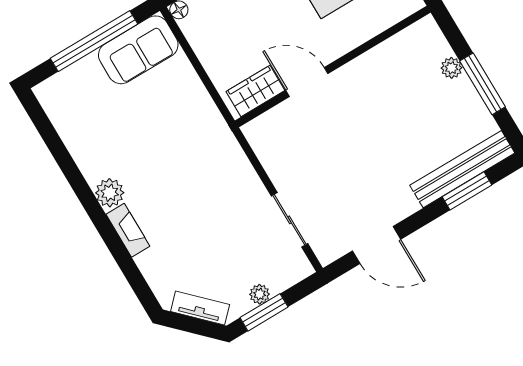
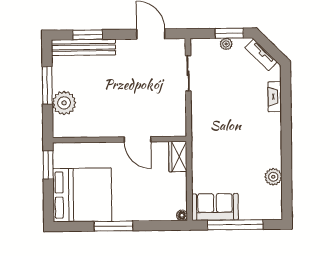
plant: (452, 68) -> (64, 103), width x1.87, depth x1.87
wardrobe: (255, 91) -> (178, 157), moved, turned 90
plant: (110, 193) -> (273, 177), moved
fireplace: (128, 230) -> (275, 97), moved

